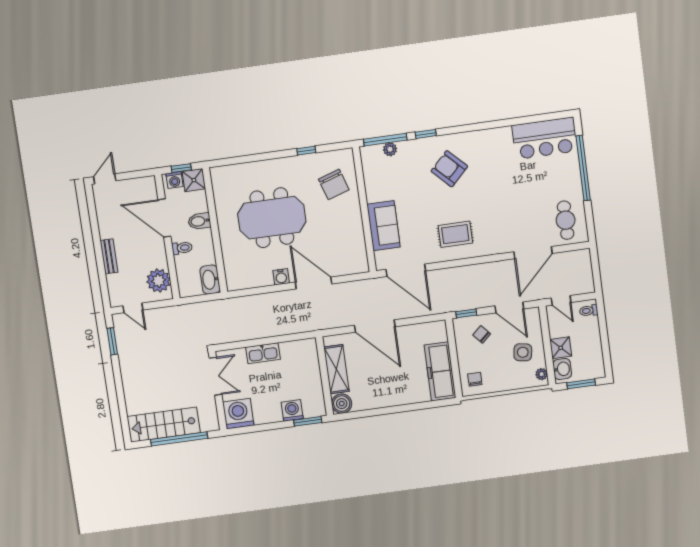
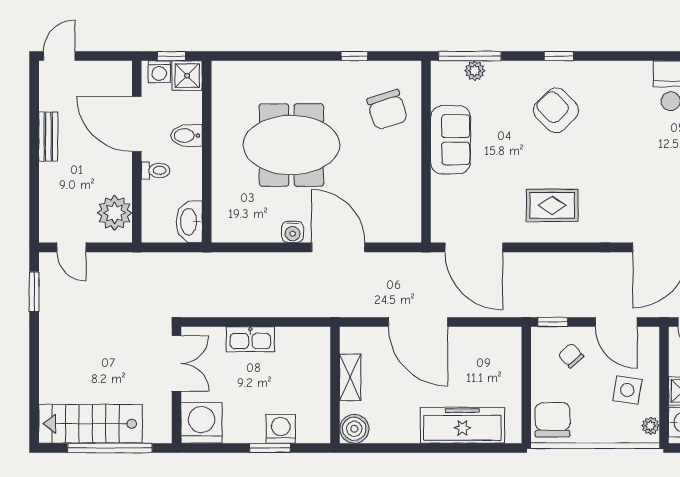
window: (426, 134) -> (559, 56), moved
sofa: (384, 226) -> (451, 140), moved
bench: (109, 256) -> (48, 137), moved
shelving: (336, 369) -> (350, 377), width x0.67, depth x0.75
freezer: (440, 371) -> (462, 425), moved, turned 90
chair: (475, 379) -> (553, 420), width x1.87, depth x1.87
window: (308, 421) -> (270, 448), moved

